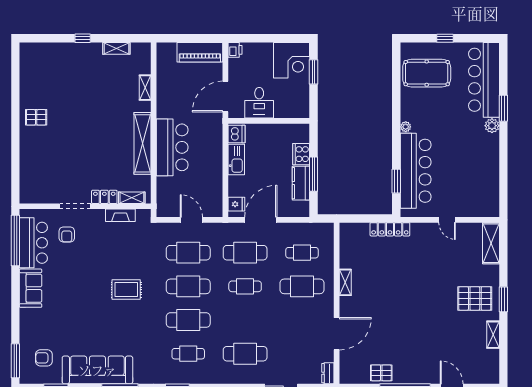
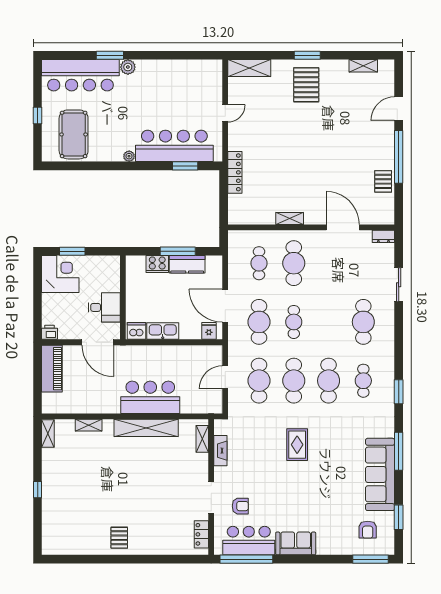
shelving: (116, 48) -> (48, 433), moved
locker: (104, 197) -> (201, 534), moved
shelving: (493, 335) -> (363, 66), moved

